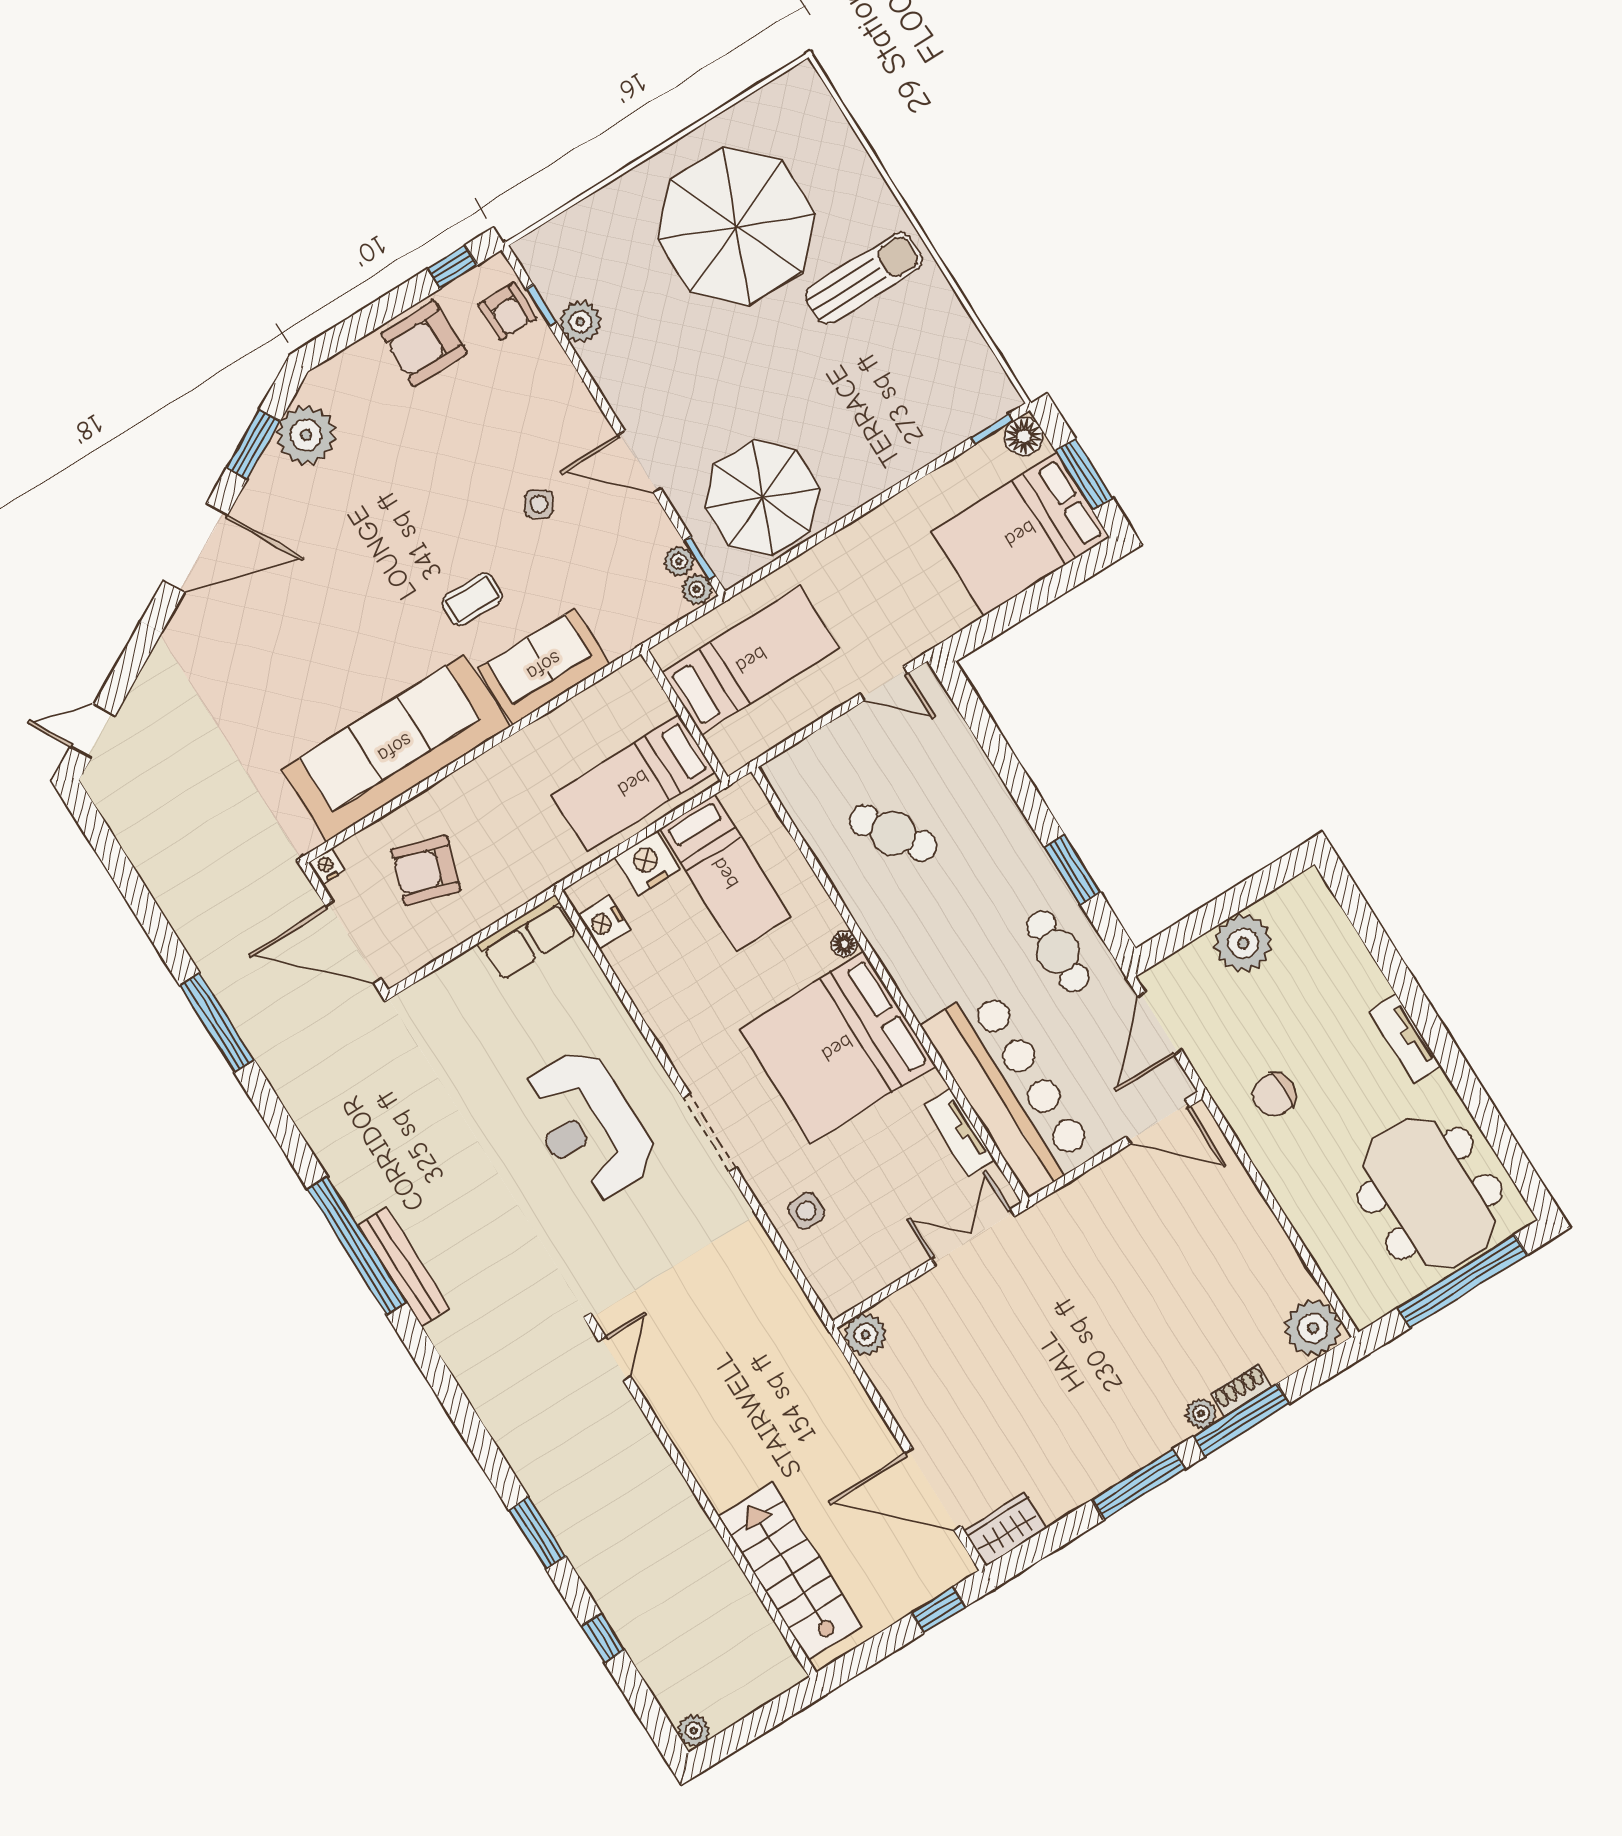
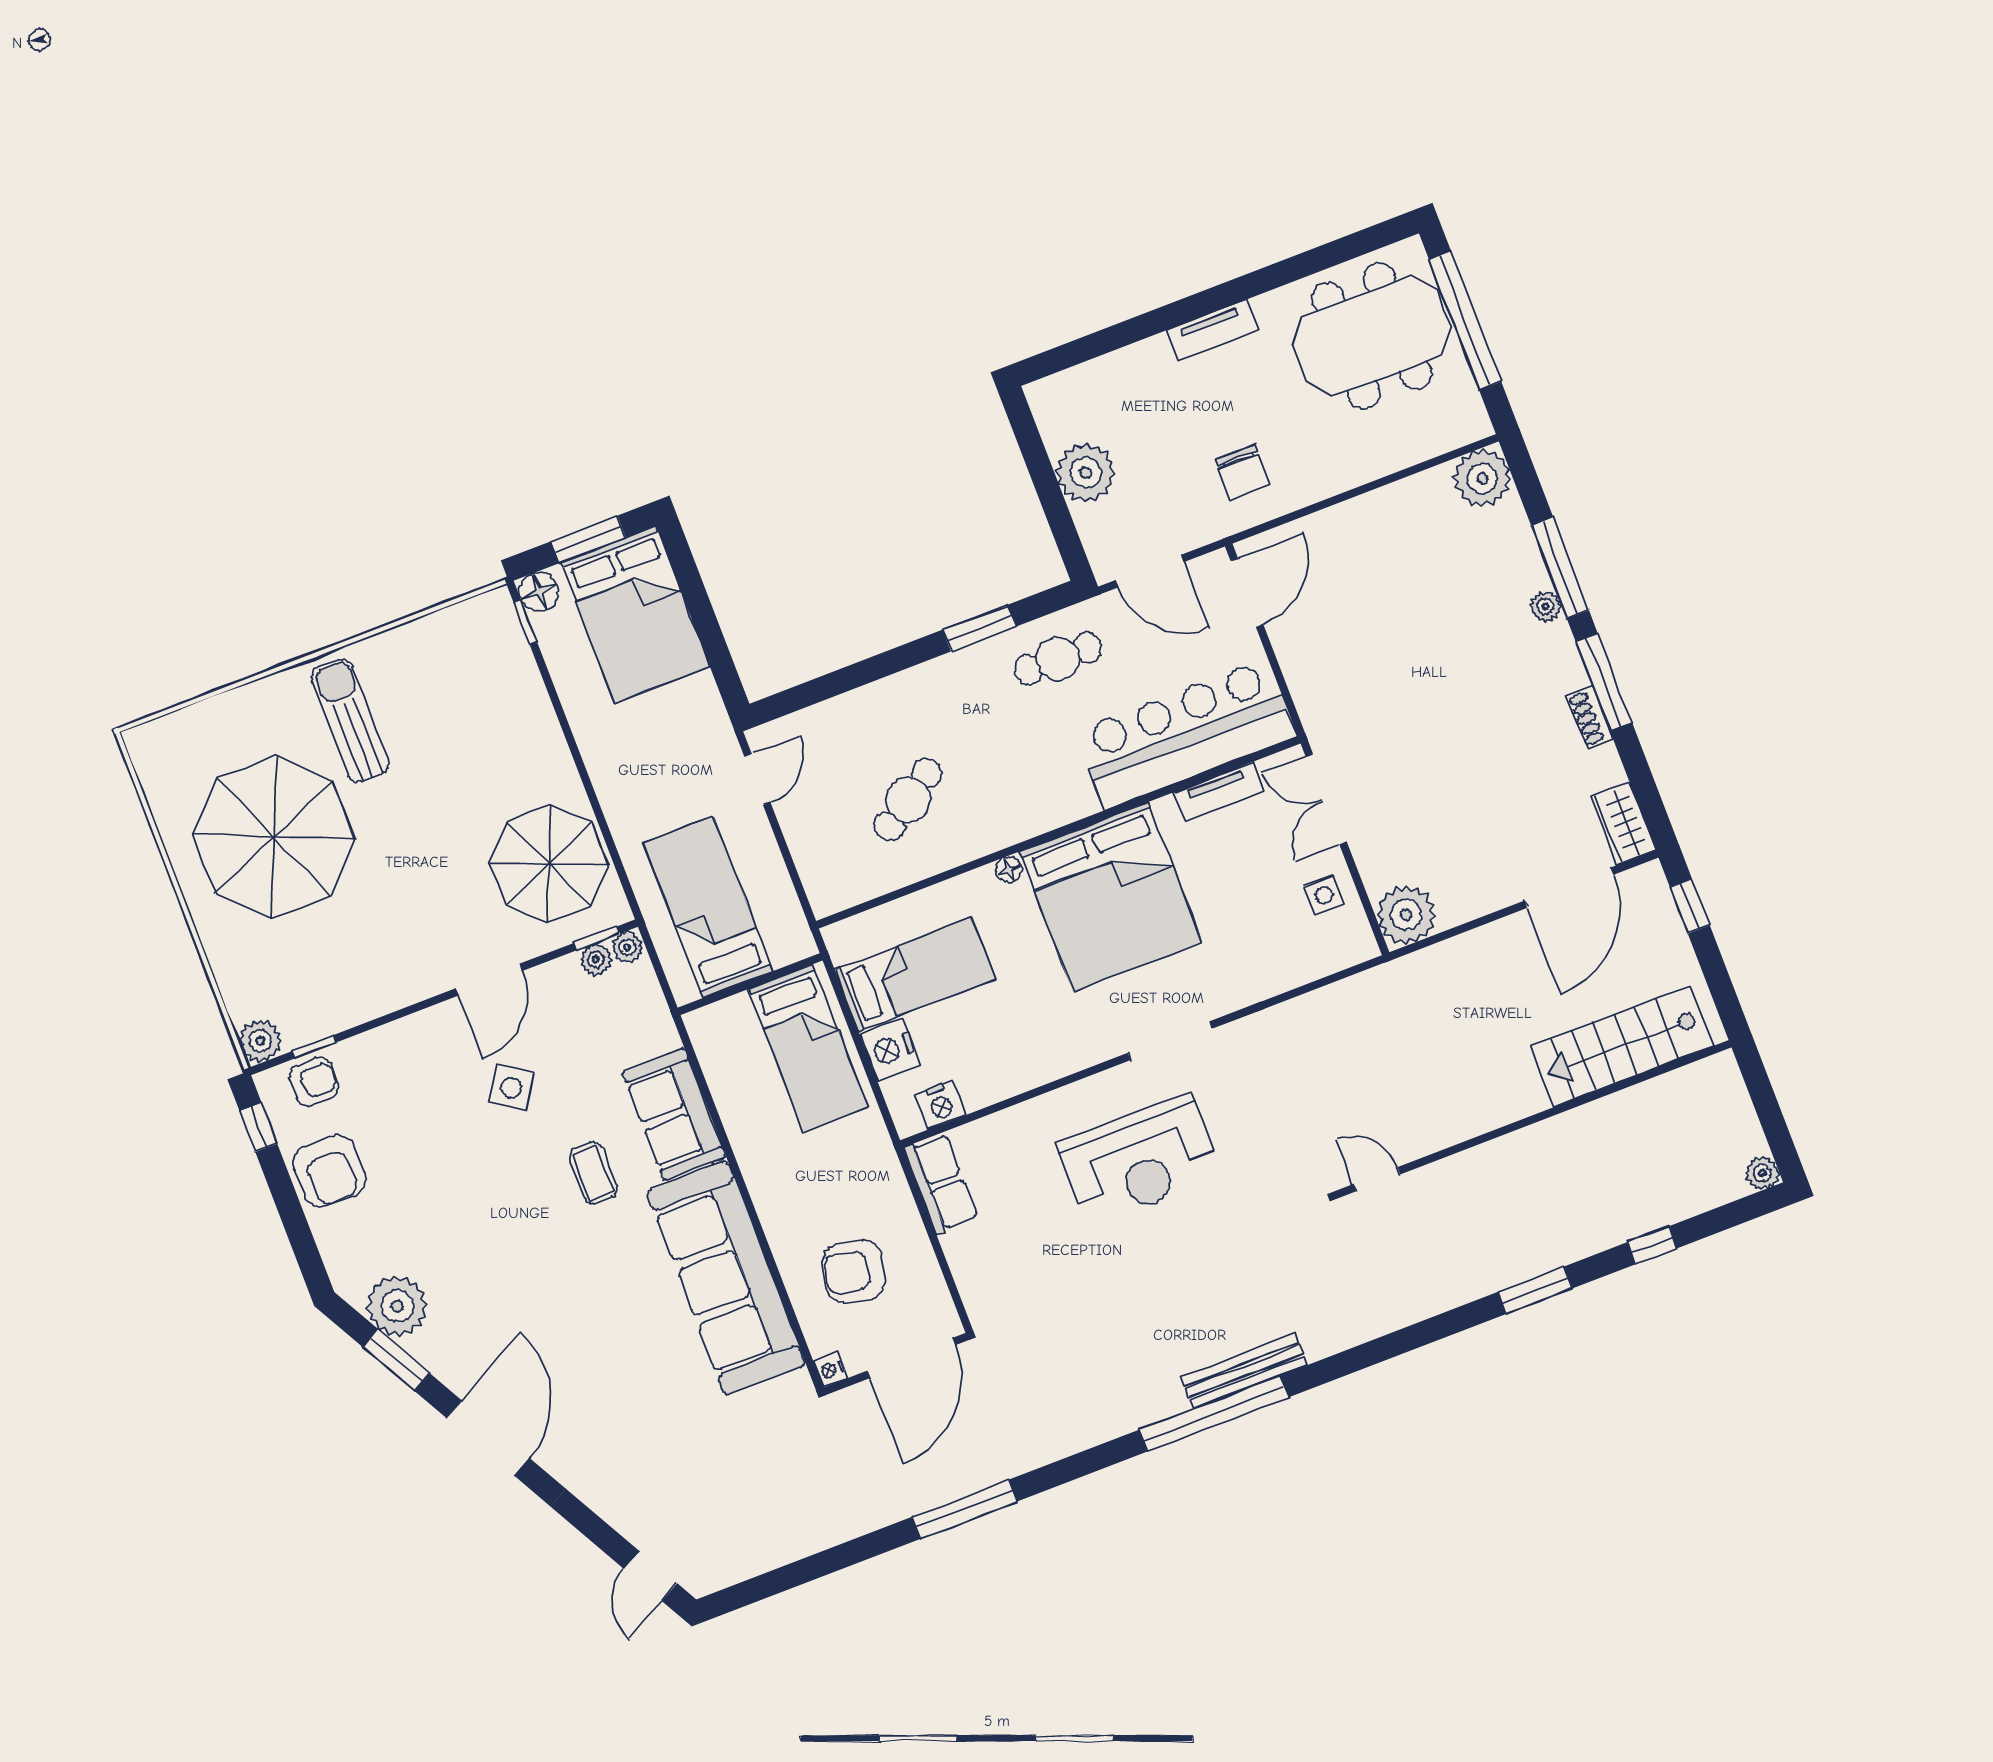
plant: (580, 322) -> (260, 1041), moved
side table: (539, 504) -> (511, 1088), width x1.37, depth x1.37
armchair: (426, 870) -> (854, 1272), turned 84
side table: (806, 1211) -> (1324, 895), moved
plant: (866, 1335) -> (1406, 915), width x1.36, depth x1.36
shoe rack: (1241, 1390) -> (1590, 717), moved

